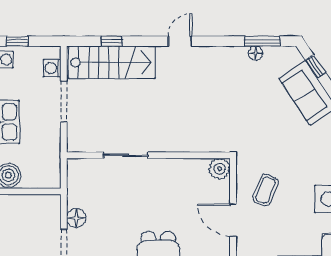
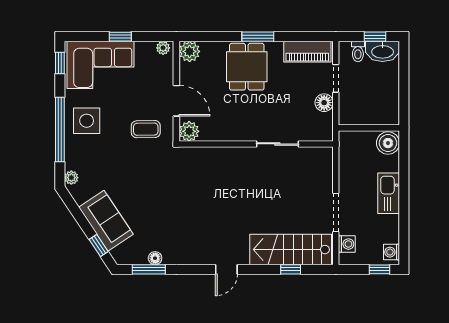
sliding door: (126, 155) -> (277, 144), moved
wall: (148, 155) -> (256, 144), moved
plant: (219, 169) -> (189, 131), moved
coffee table: (265, 190) -> (146, 129), turned 66

